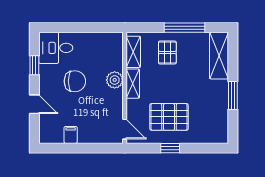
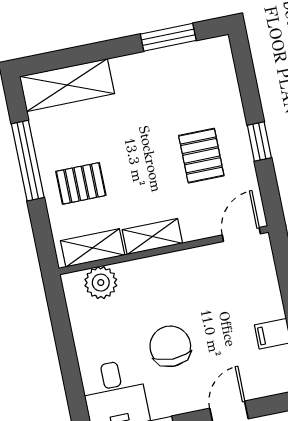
plant: (115, 80) -> (101, 283), moved
window: (233, 96) -> (168, 37), moved
pallet: (169, 117) -> (201, 156), width x0.67, depth x0.71

